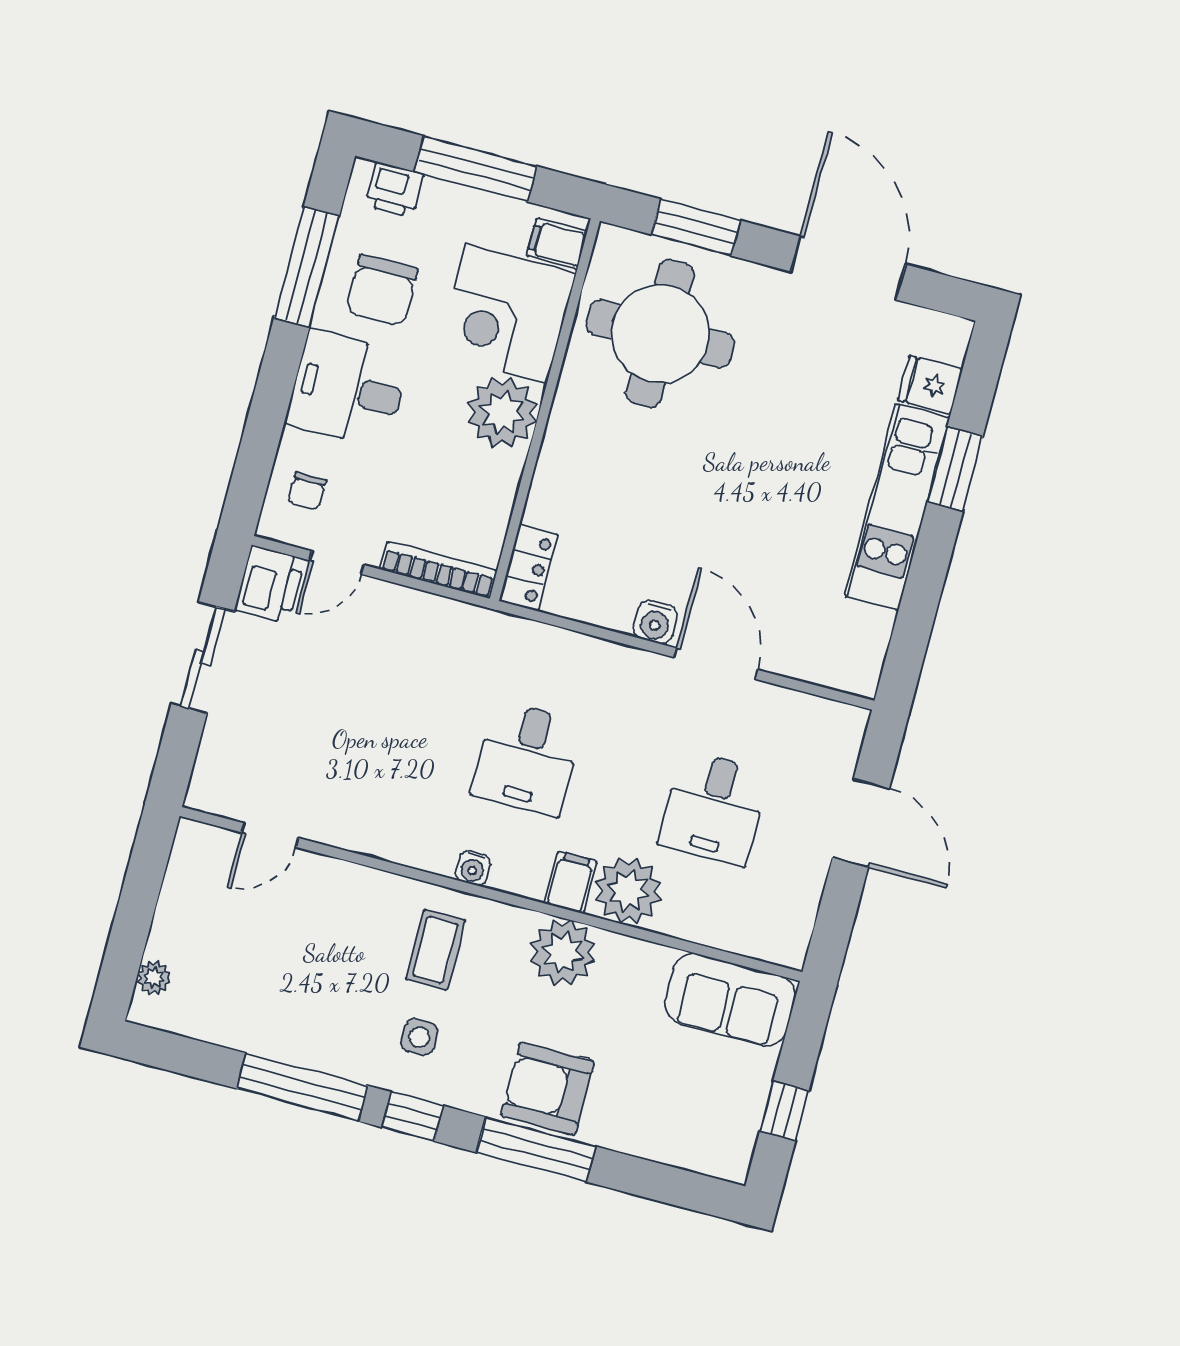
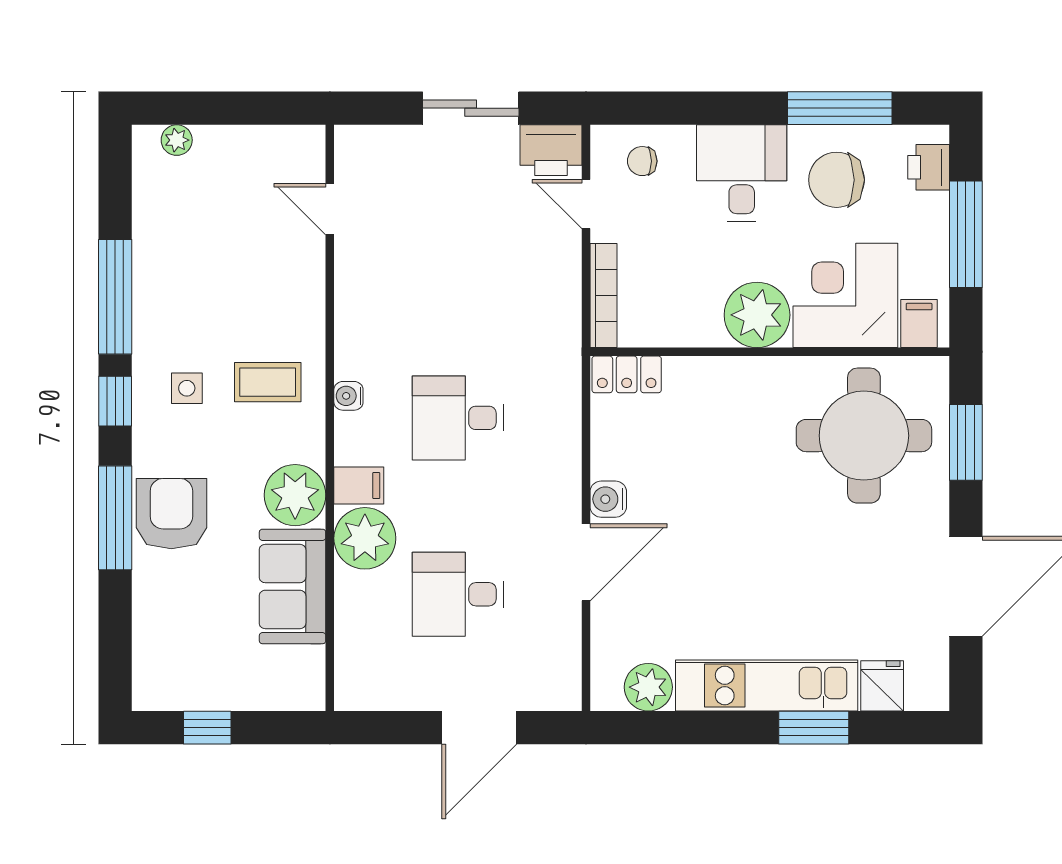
plant: (866, 633) -> (648, 687), added
sofa: (730, 1000) -> (293, 586), moved

